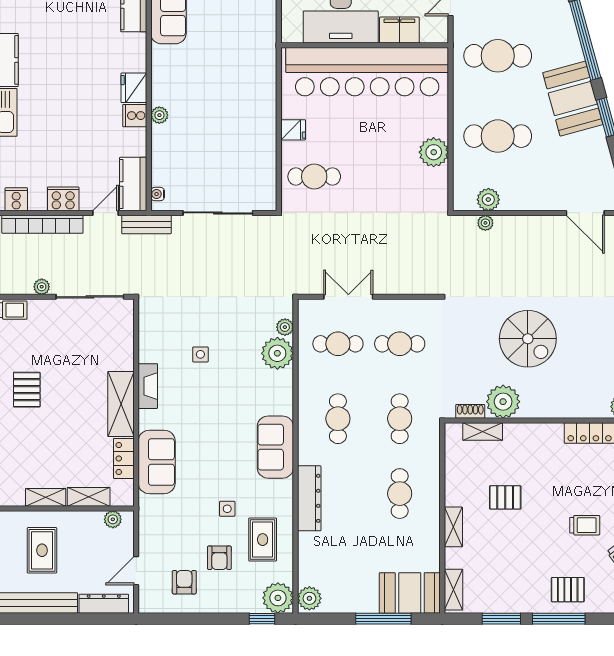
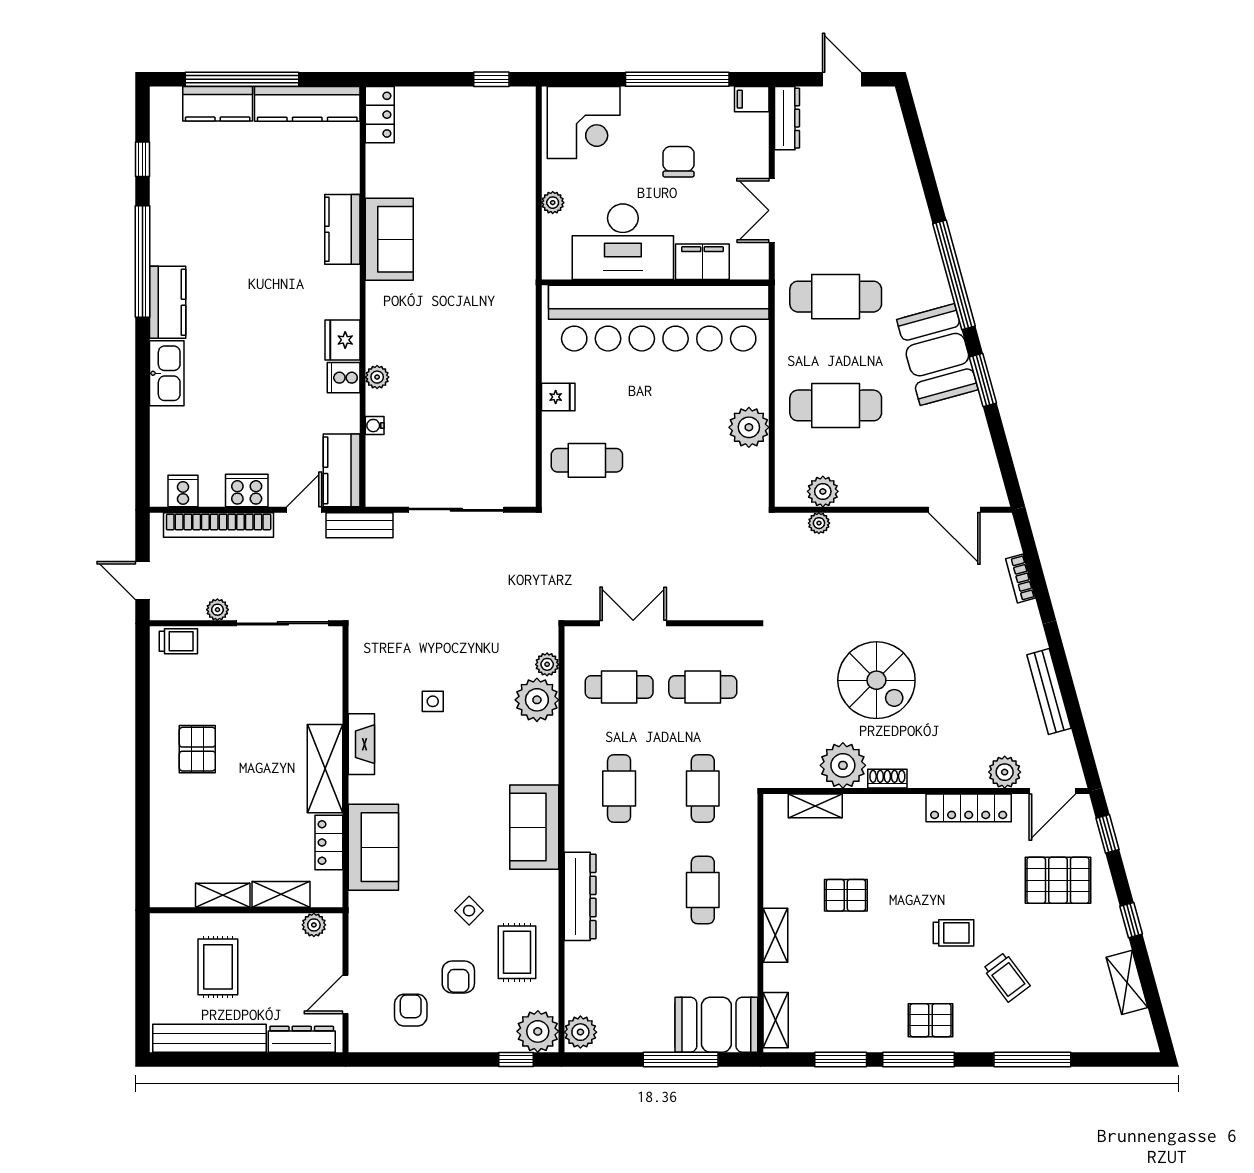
water cooler: (158, 194) -> (375, 426), moved
shoe rack: (470, 411) -> (887, 779), moved
side table: (227, 509) -> (469, 911), turned 45

